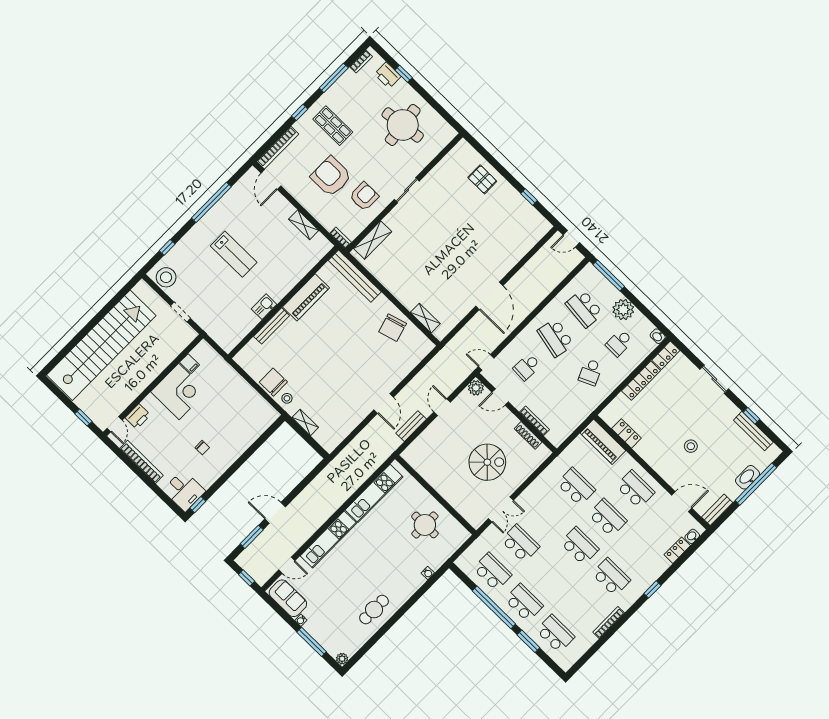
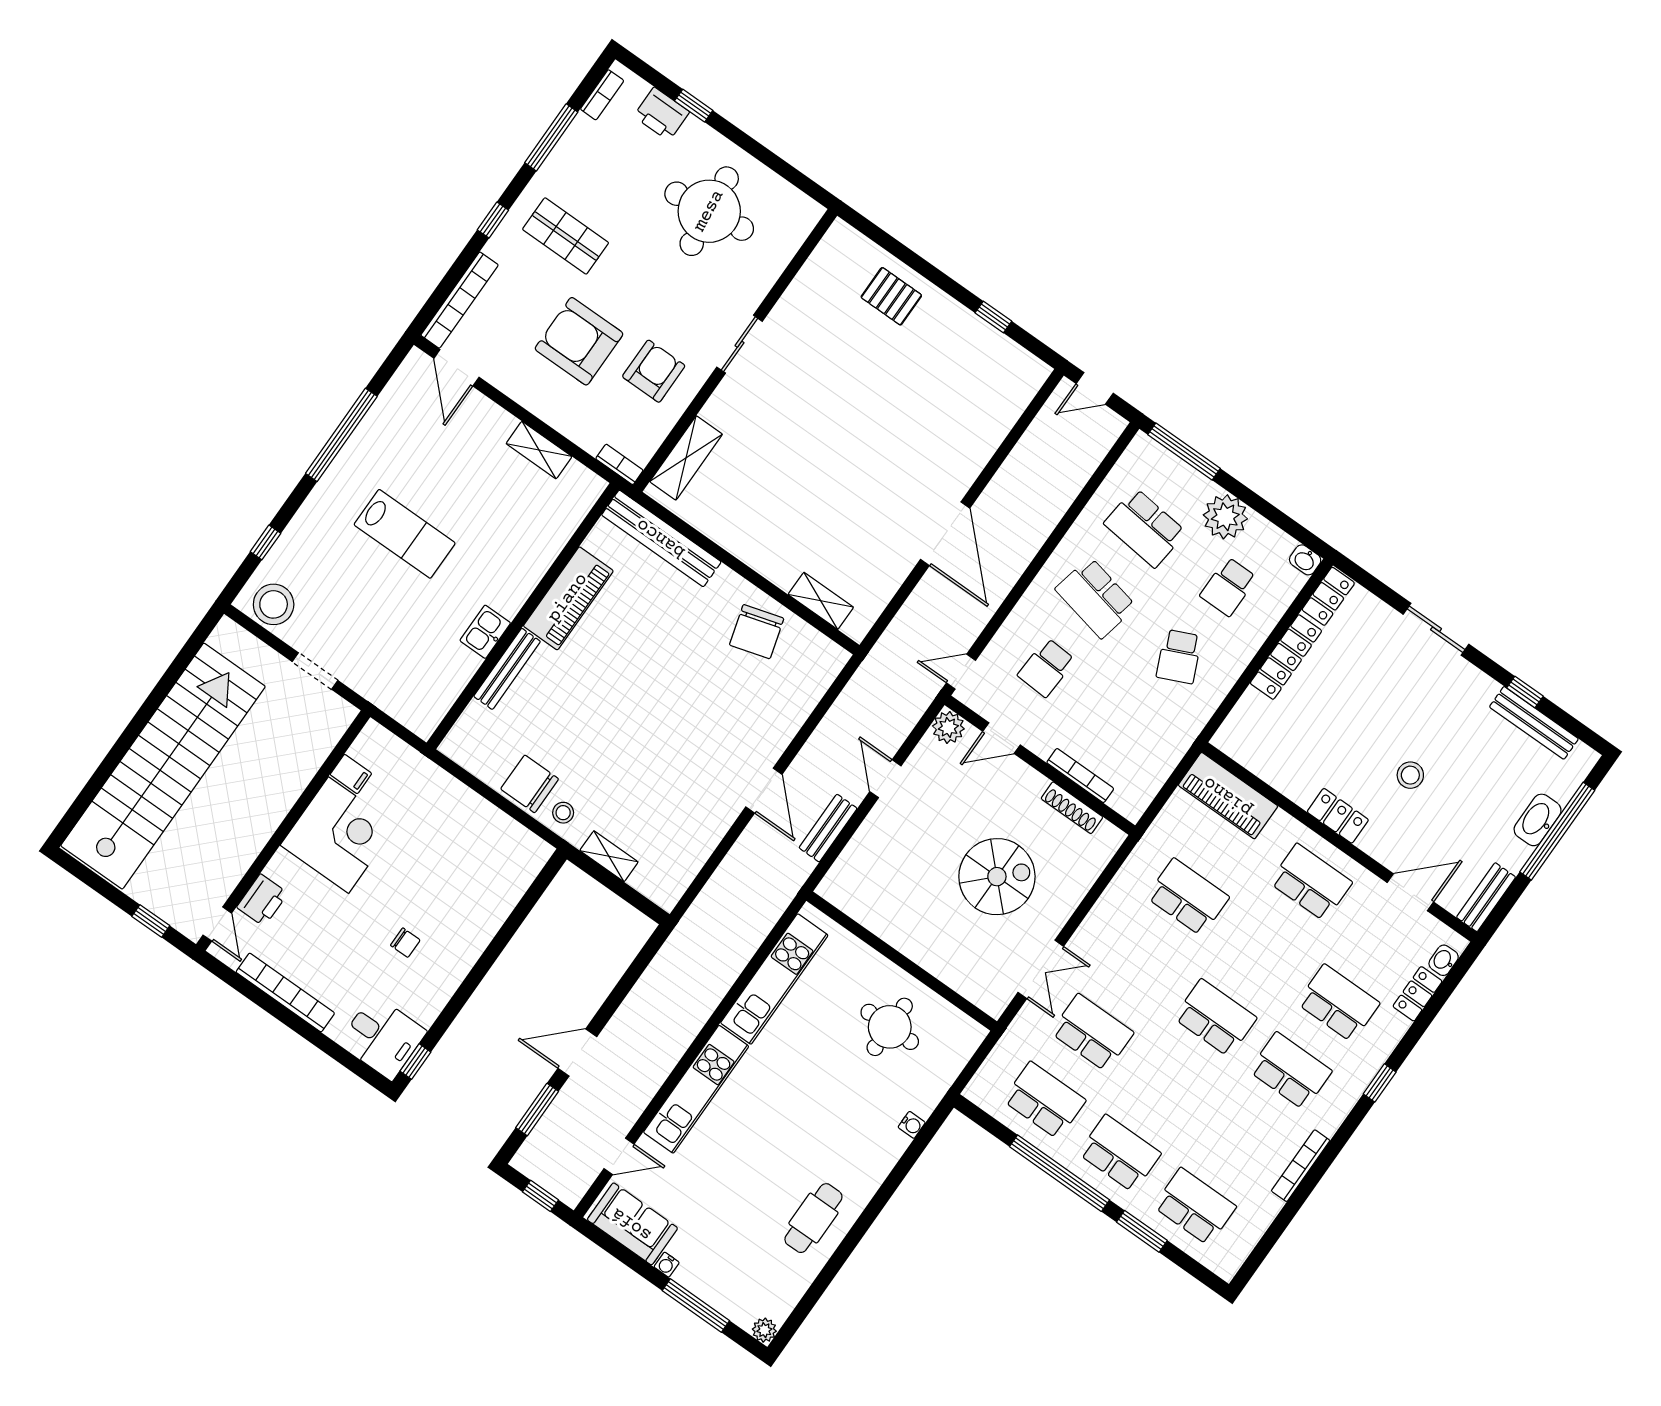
locker: (626, 433) -> (1338, 816), moved
school desk: (607, 518) -> (1338, 1003), moved

